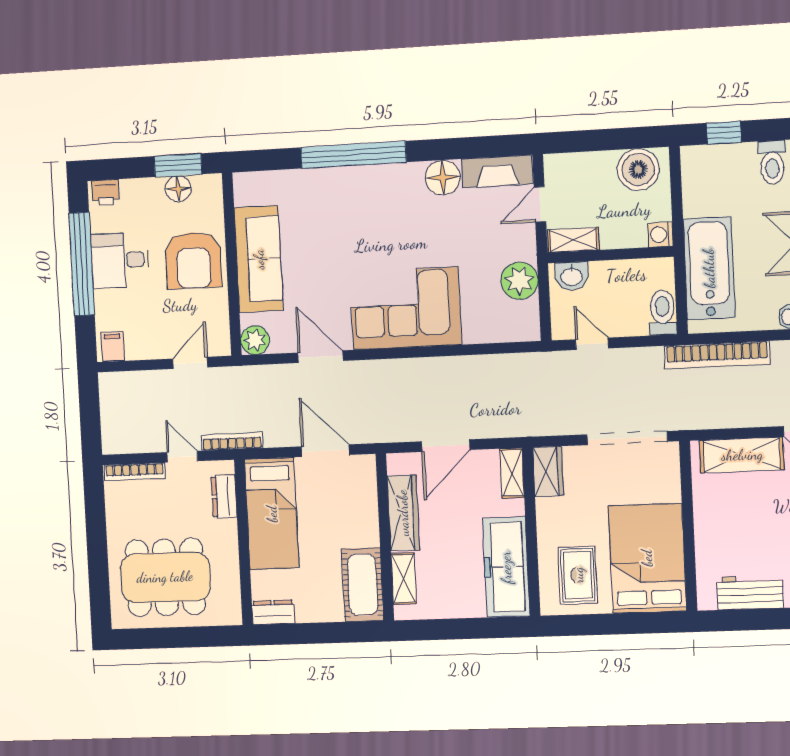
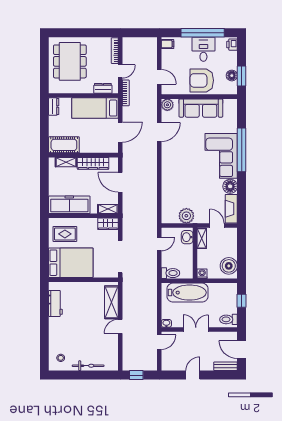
corner sofa: (406, 308) -> (221, 156), moved, turned 180
bookcase: (717, 355) -> (152, 294), removed

